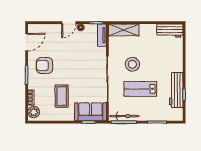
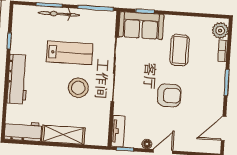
shelving: (124, 30) -> (63, 135), moved
armchair: (44, 65) -> (169, 95), moved
workbench: (176, 90) -> (18, 79), moved
bicycle: (124, 116) -> (59, 14), moved

